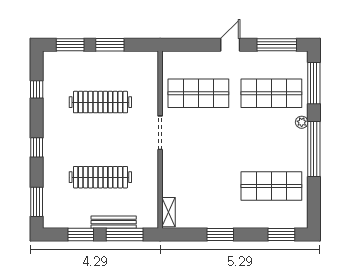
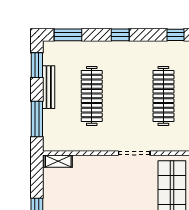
bench: (114, 222) -> (49, 87), moved
window: (81, 234) -> (37, 65), moved

